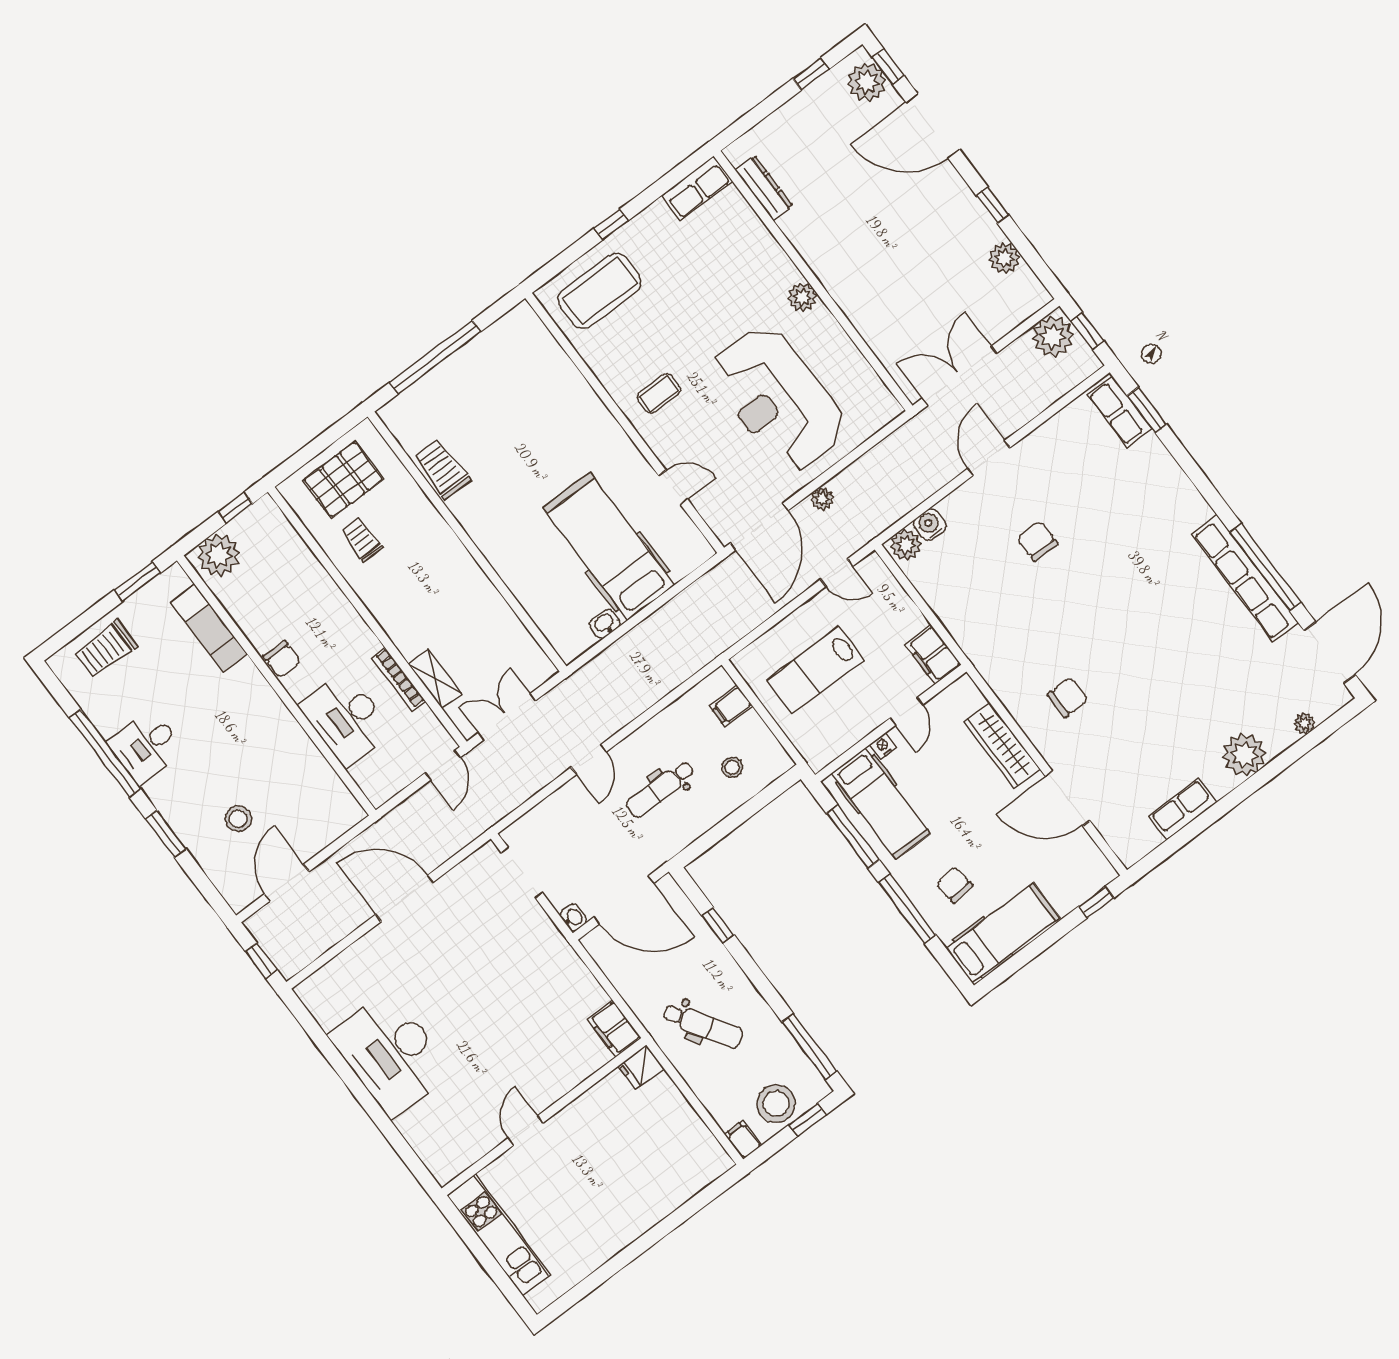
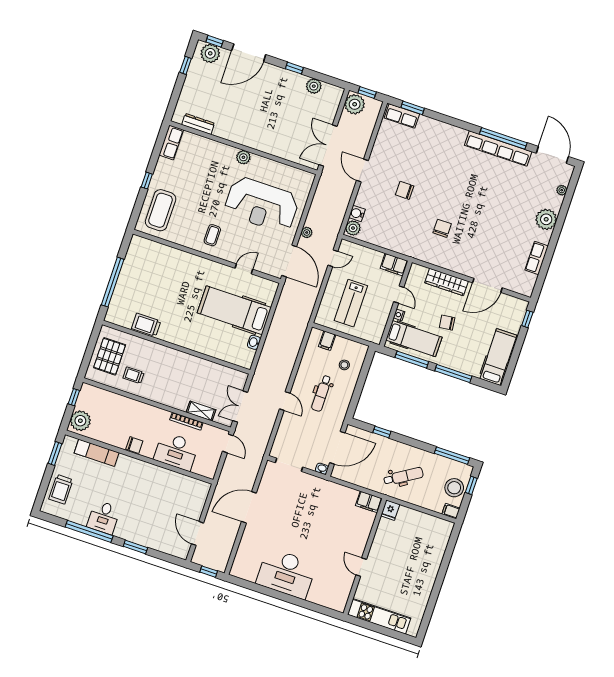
chair: (1068, 697) -> (442, 228), moved
stool: (238, 819) -> (161, 521), removed
chair: (954, 885) -> (447, 323), moved

